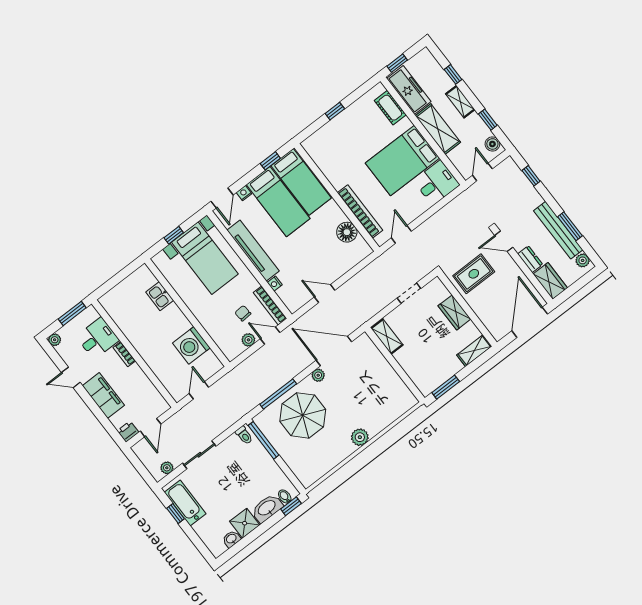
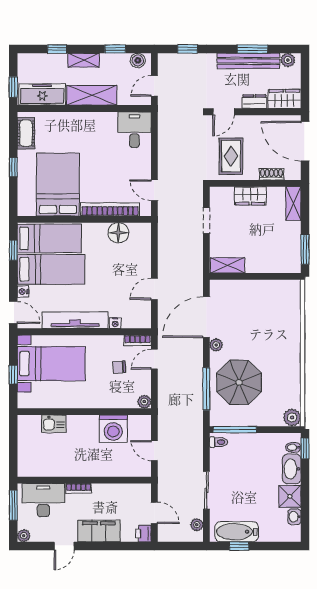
cot: (390, 108) -> (26, 133), moved, turned 90
bed: (403, 161) -> (58, 184), moved, turned 180
door: (482, 172) -> (154, 86), hinge flipped
bookcase: (270, 305) -> (137, 340), width x0.64
shoe rack: (484, 316) -> (271, 174), added
desk: (98, 338) -> (43, 500), width x1.37
plant: (248, 340) -> (144, 402), moved
plant: (360, 437) -> (292, 417), moved

